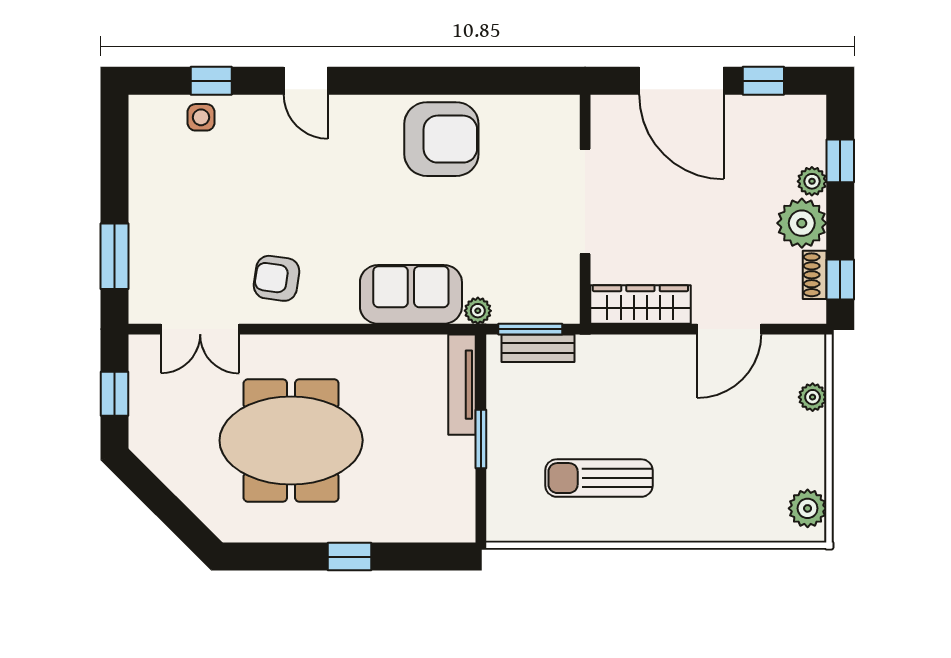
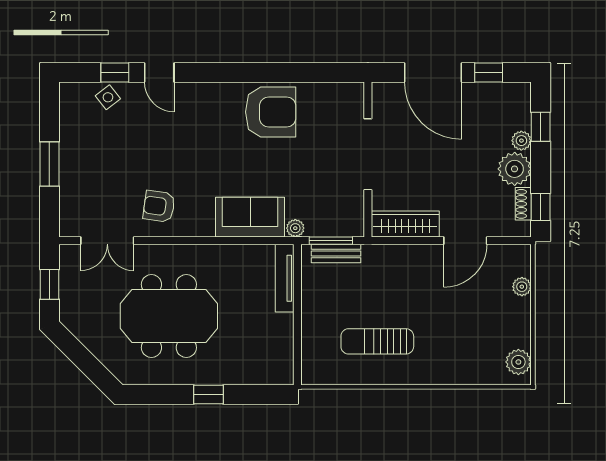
door: (306, 81) -> (159, 73), moved
side table: (201, 117) -> (108, 97), turned -38
window: (115, 256) -> (49, 164), moved
window: (481, 439) -> (297, 315), removed

